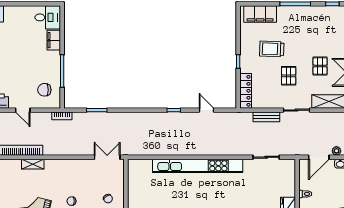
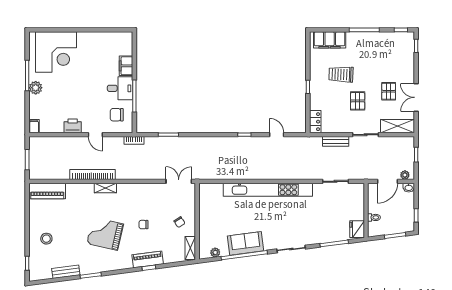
desk: (48, 17) -> (120, 88), moved
locker: (246, 91) -> (315, 122), width x0.66

